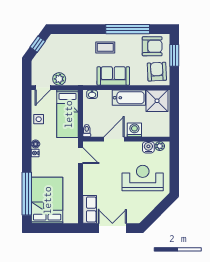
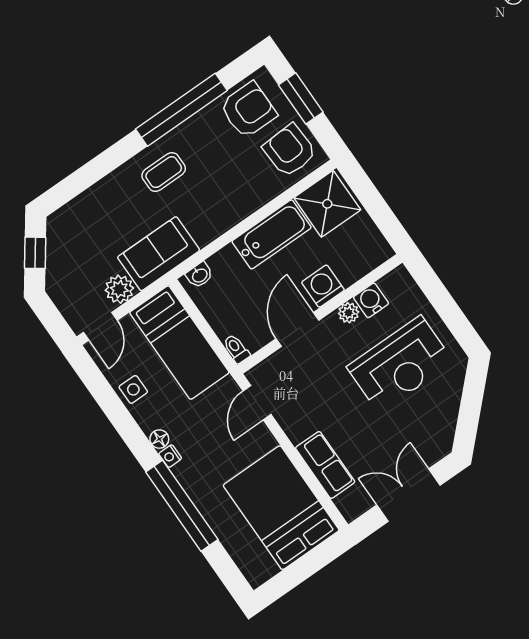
sofa: (113, 76) -> (159, 254), moved
plant: (160, 146) -> (349, 313), moved
door: (81, 156) -> (257, 403), swing flipped
reception desk: (143, 178) -> (400, 364), turned 180
window: (27, 194) -> (182, 506), moved
bed: (47, 200) -> (281, 508), moved
row of seats: (90, 209) -> (325, 465), moved

